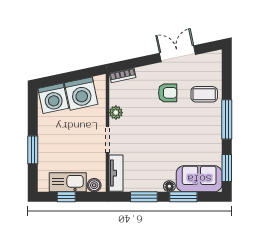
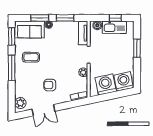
plant: (213, 65) -> (20, 103), added
coffee table: (204, 94) -> (31, 57), moved

